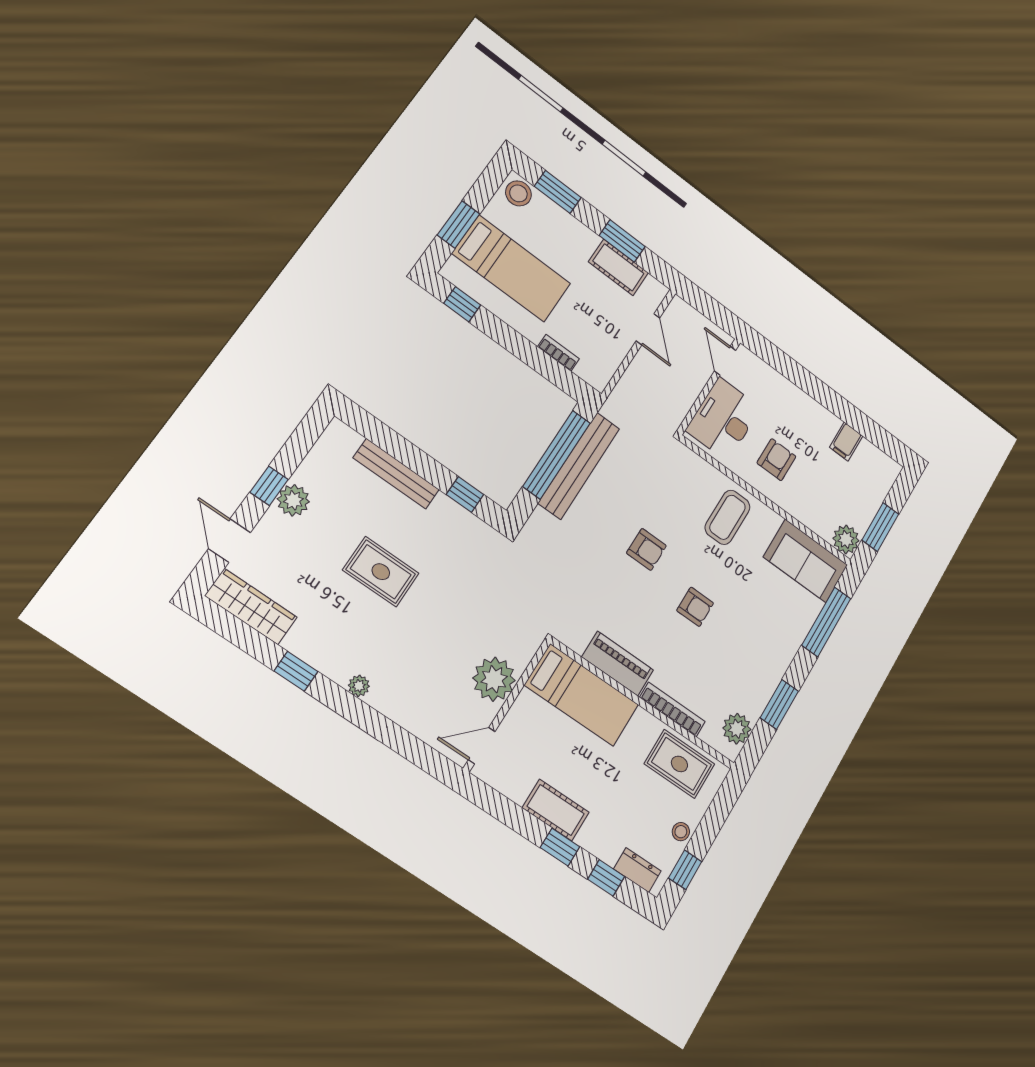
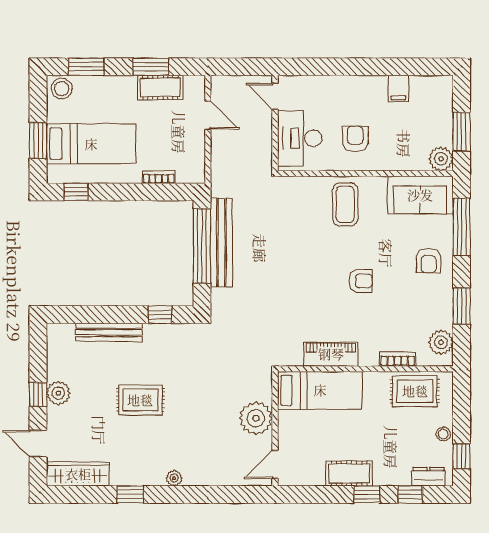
armchair: (646, 549) -> (429, 261), moved, turned 90
bookcase: (672, 709) -> (398, 359), width x0.64

